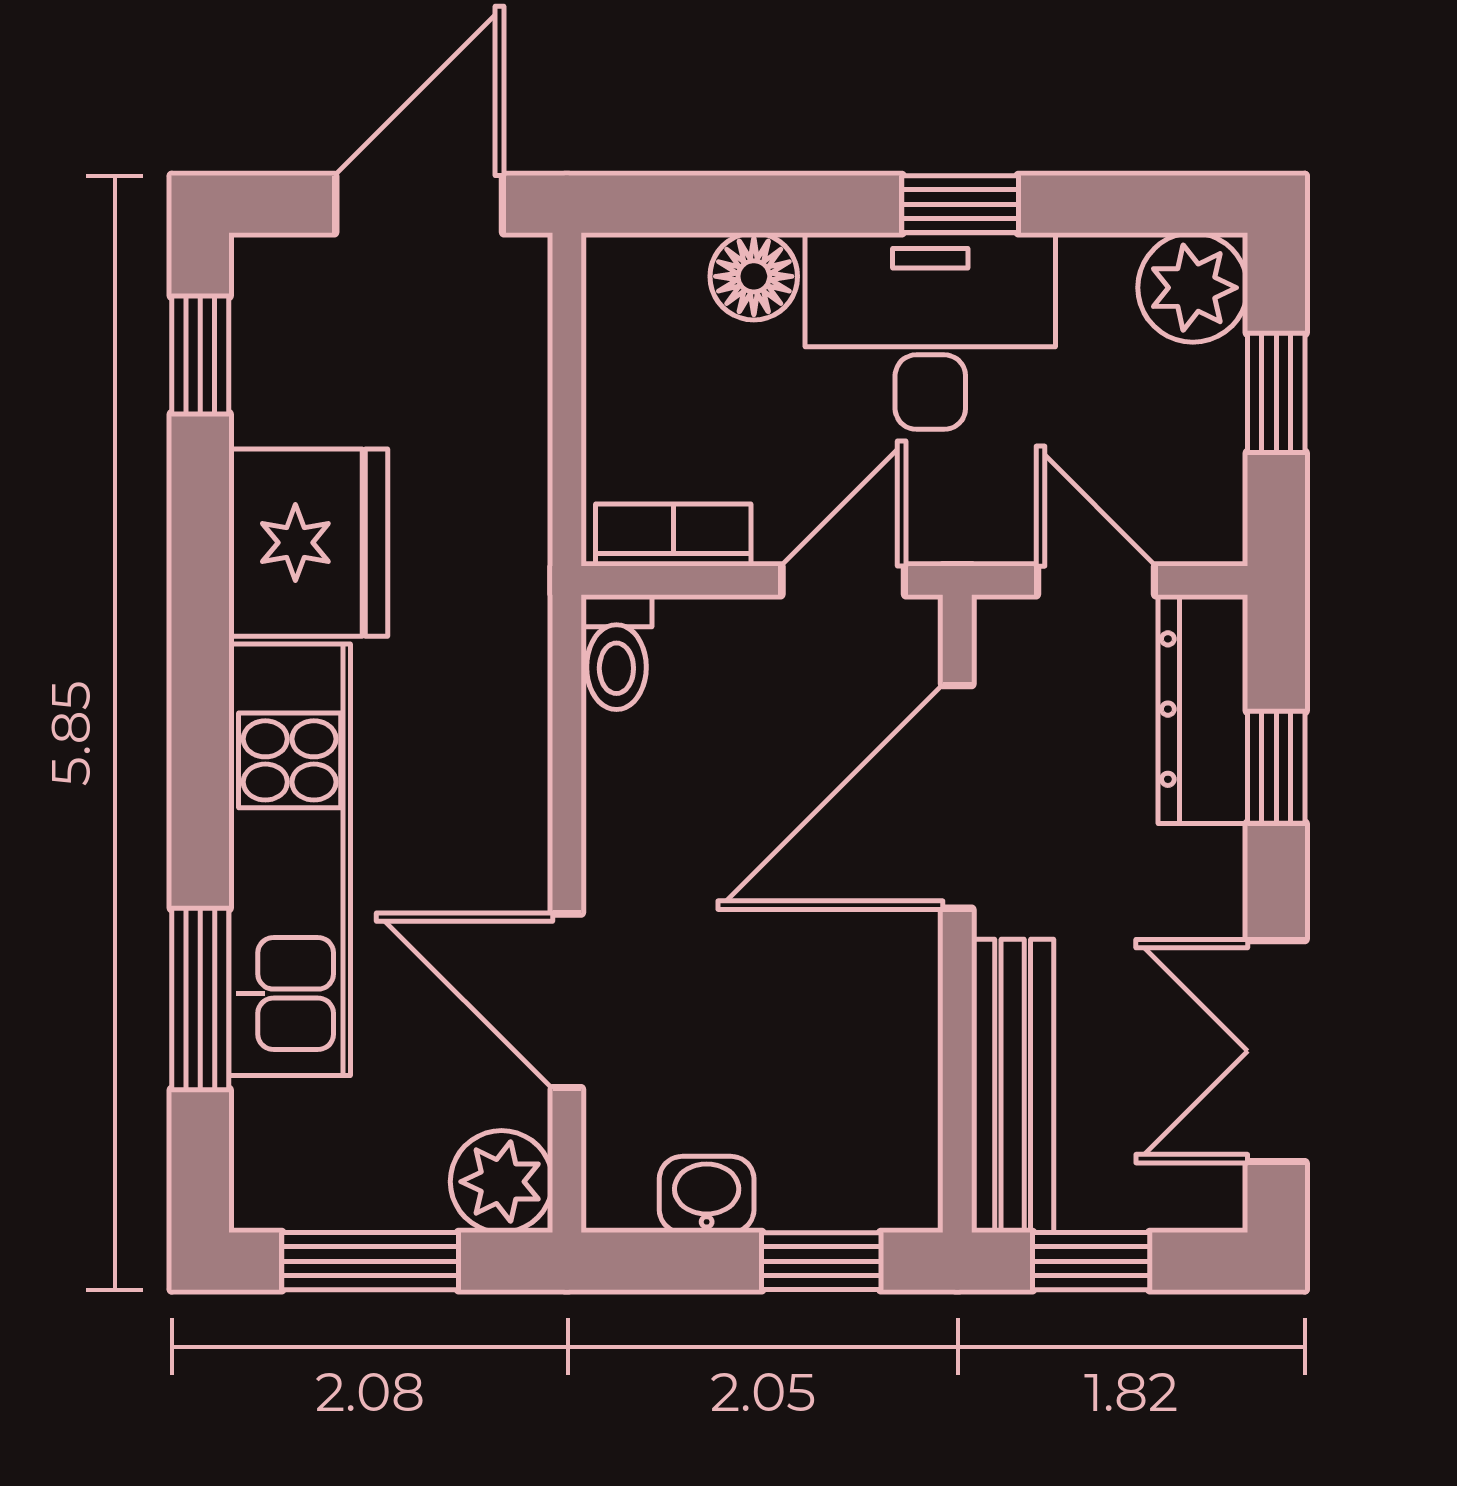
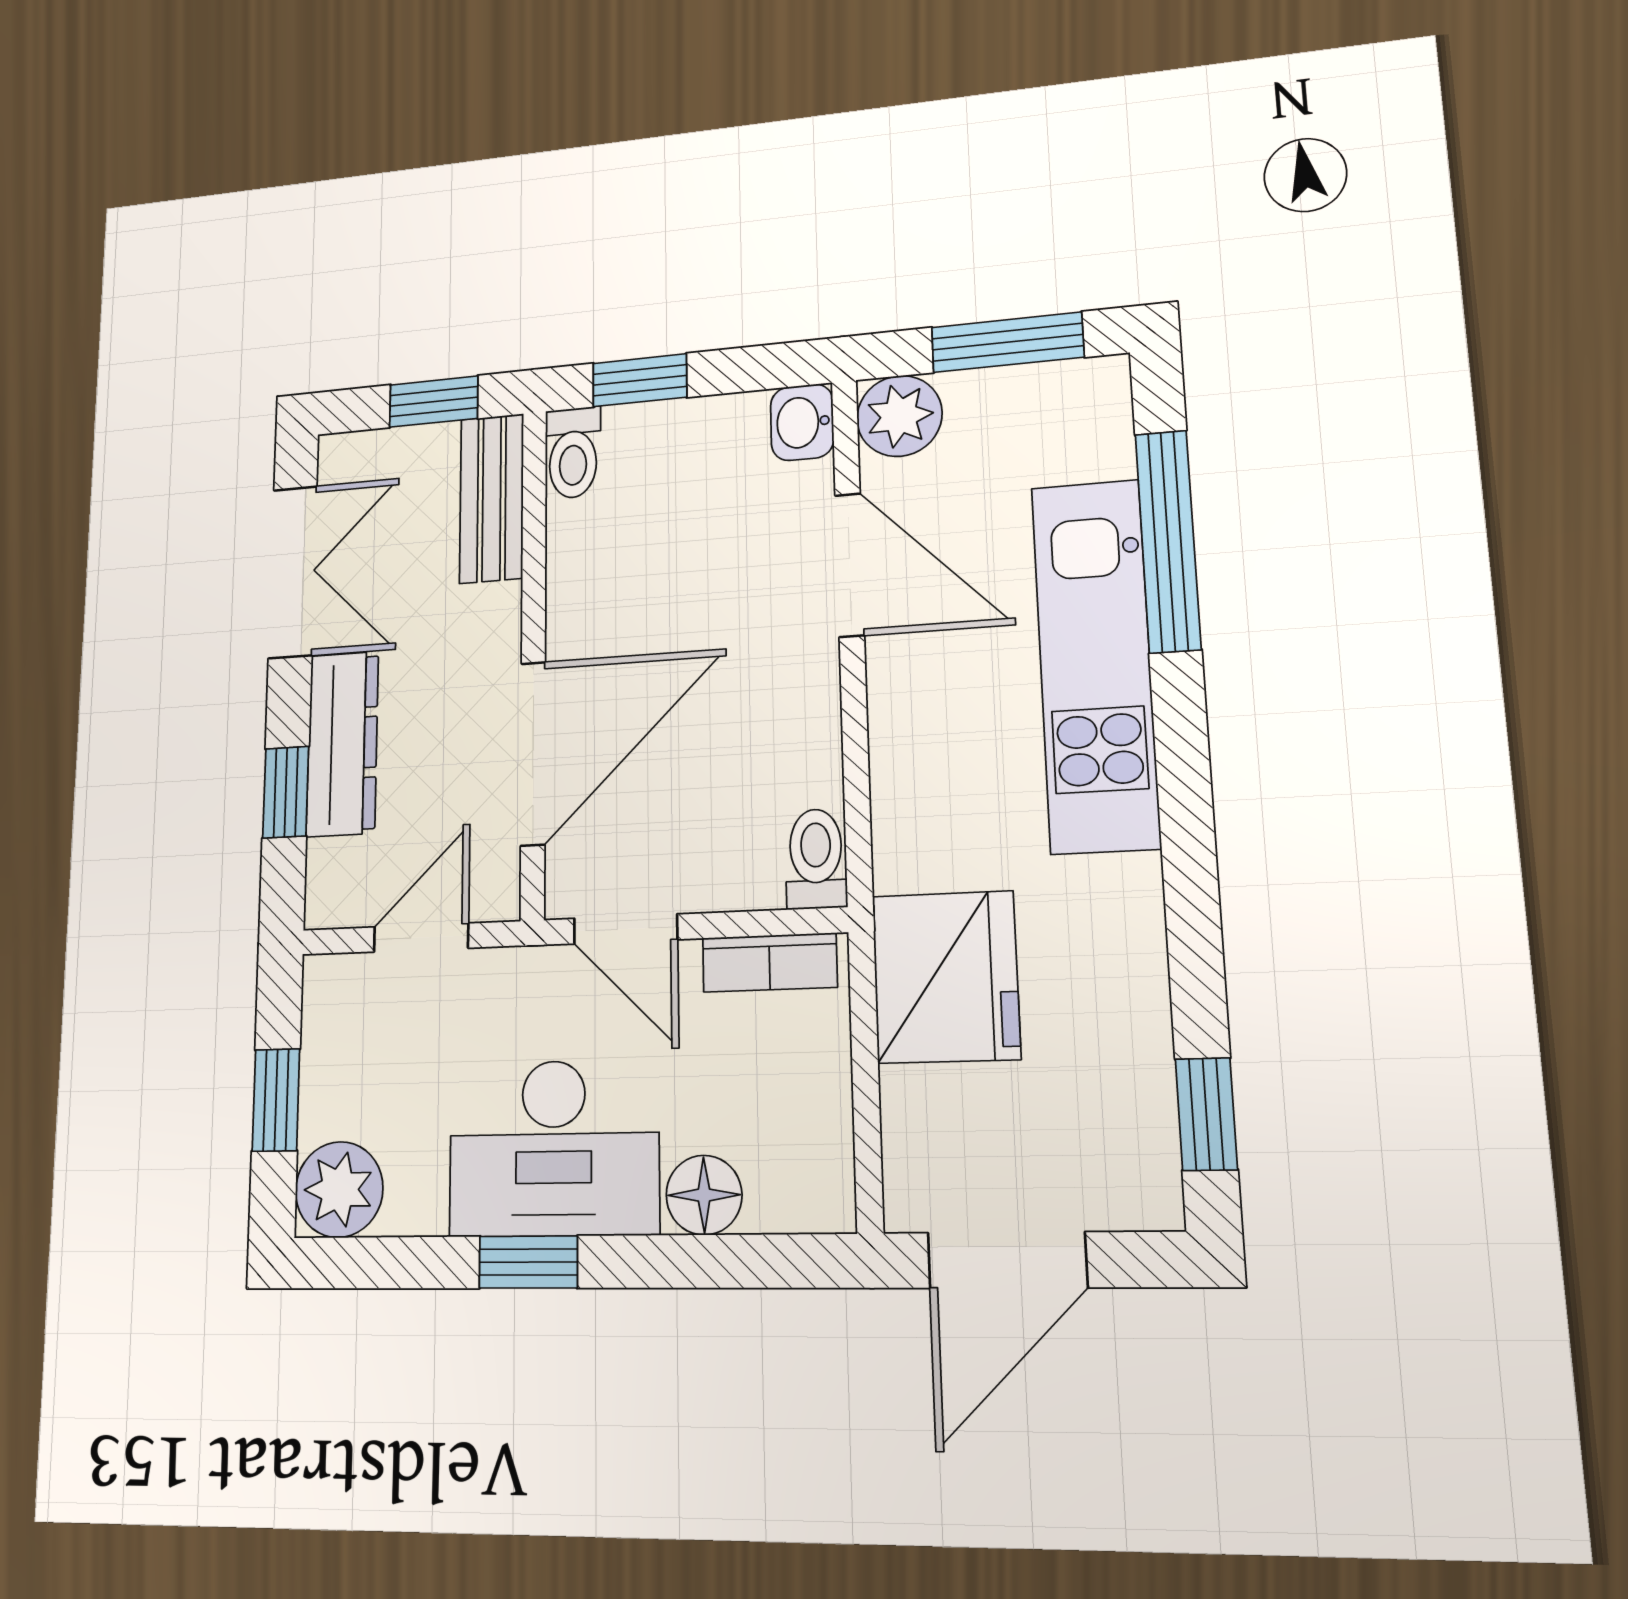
fridge: (308, 543) -> (946, 977), moved, turned 180
door: (843, 580) -> (625, 929), hinge flipped
door: (1096, 580) -> (421, 937), swing flipped
dresser: (1203, 709) -> (342, 744), moved
window: (200, 999) -> (1168, 541), width x1.44
bench: (1013, 1086) -> (492, 498), width x0.73
toilet: (907, 1175) -> (573, 453), added
washbasin: (707, 1194) -> (802, 422), moved, turned 90

